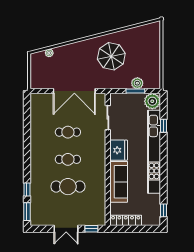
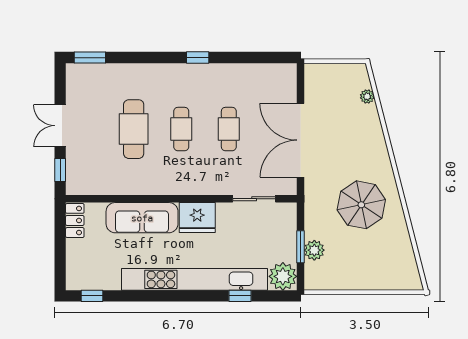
window: (27, 189) -> (198, 58), moved
locker: (126, 220) -> (75, 220), width x0.66

